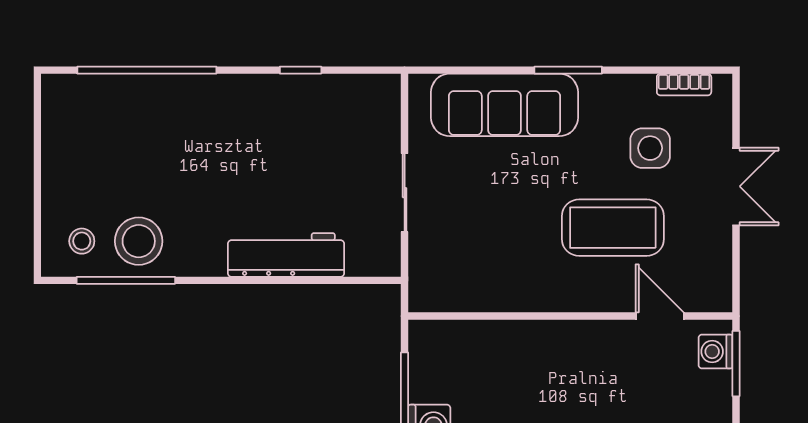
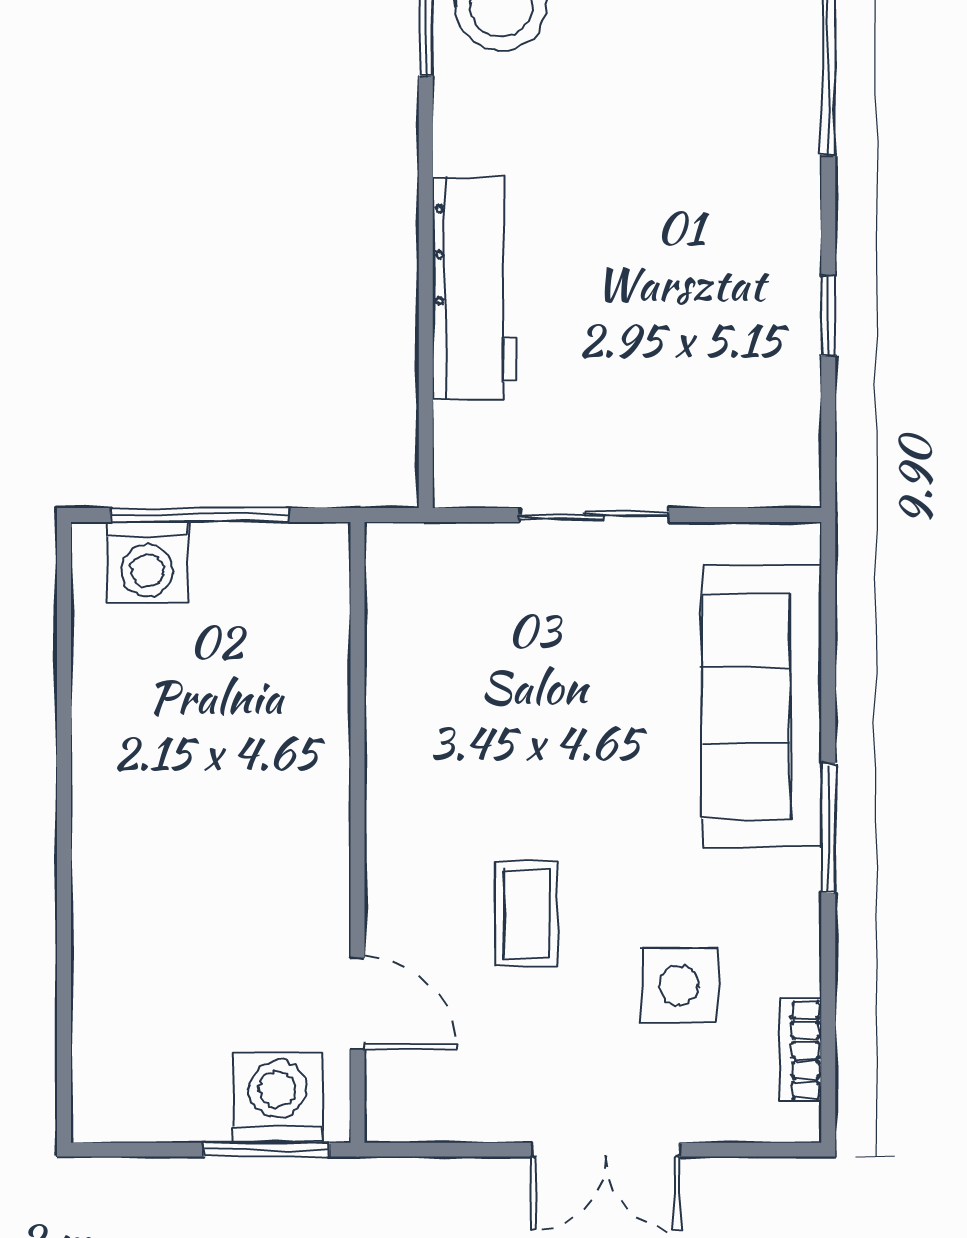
coffee table: (613, 228) -> (527, 914), width x0.54, depth x0.58
door: (660, 316) -> (357, 1003), hinge flipped
washing machine: (716, 352) -> (277, 1098), width x1.38, depth x1.38

